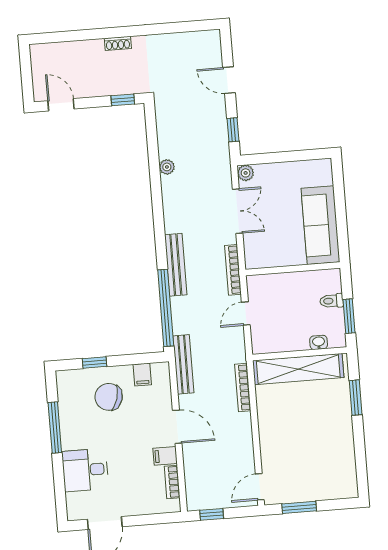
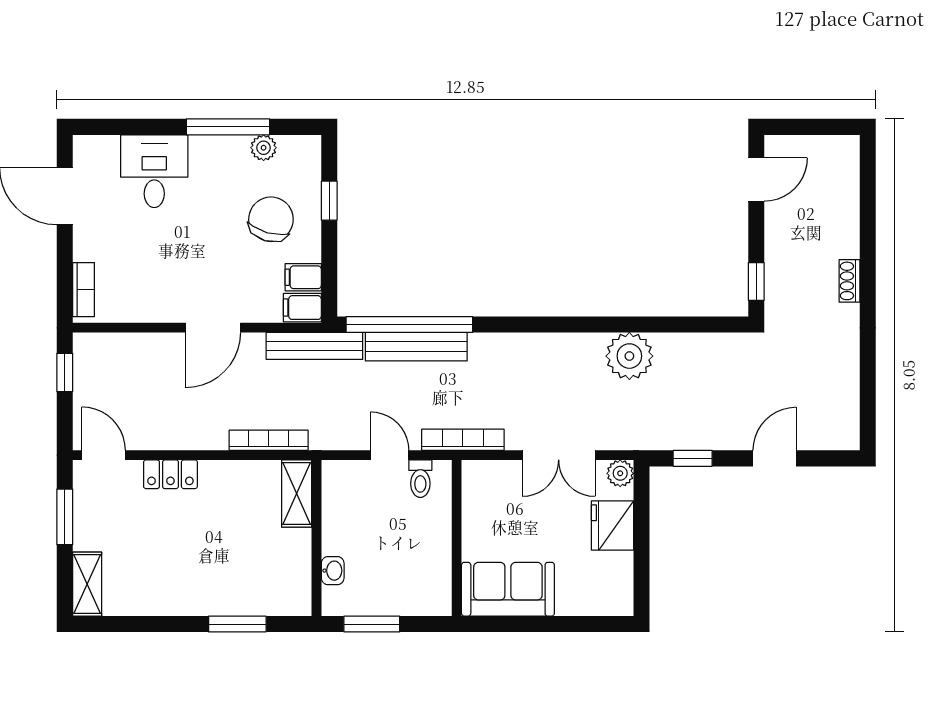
plant: (167, 167) -> (629, 356), width x1.88, depth x1.88
fridge: (278, 175) -> (612, 526), added
sofa: (320, 225) -> (508, 589), width x0.73
bench: (176, 265) -> (416, 347), moved
toilet: (332, 301) -> (420, 479), moved, turned 180
shelving: (298, 369) -> (297, 493), width x0.45, depth x0.75
plant: (66, 405) -> (264, 148), added
locker: (268, 445) -> (170, 474), added
filing cabinet: (165, 456) -> (302, 308), moved, turned -90
bookcase: (172, 482) -> (84, 290), moved, turned 90
shelving: (339, 491) -> (87, 584), added

